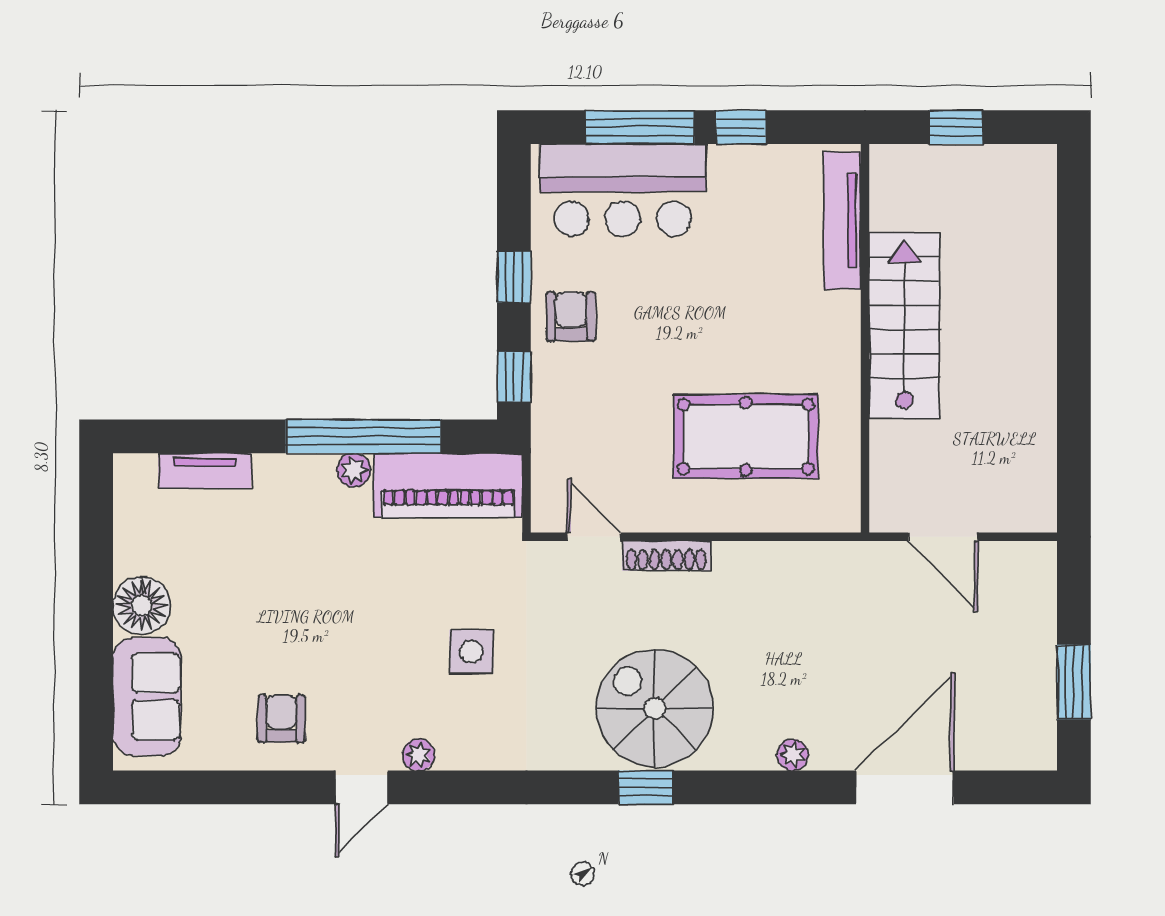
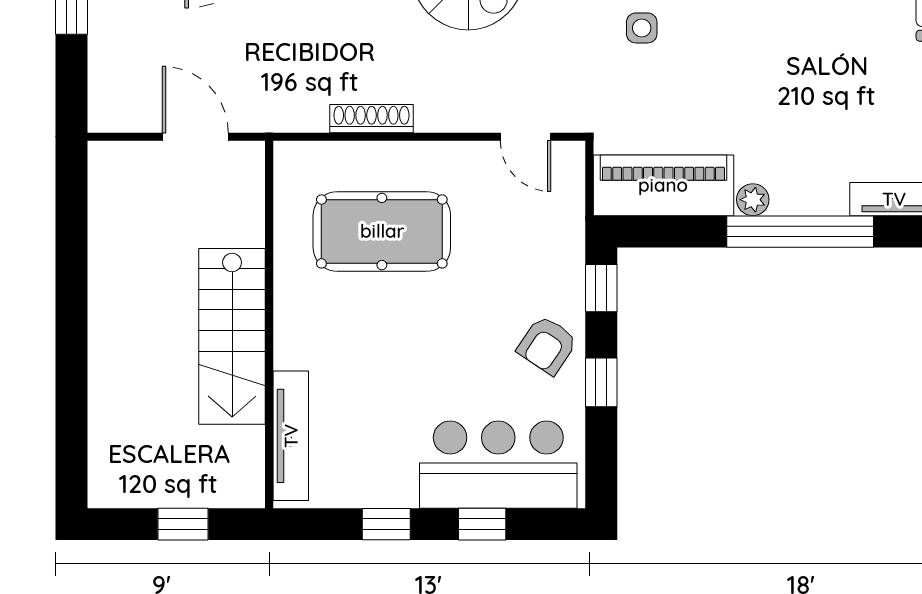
window: (640, 127) -> (482, 524), width x0.46
armchair: (571, 316) -> (547, 345), turned 34
window: (363, 436) -> (800, 232), moved
shoe rack: (666, 556) -> (372, 119), moved
side table: (471, 652) -> (642, 28), width x0.73, depth x0.73

